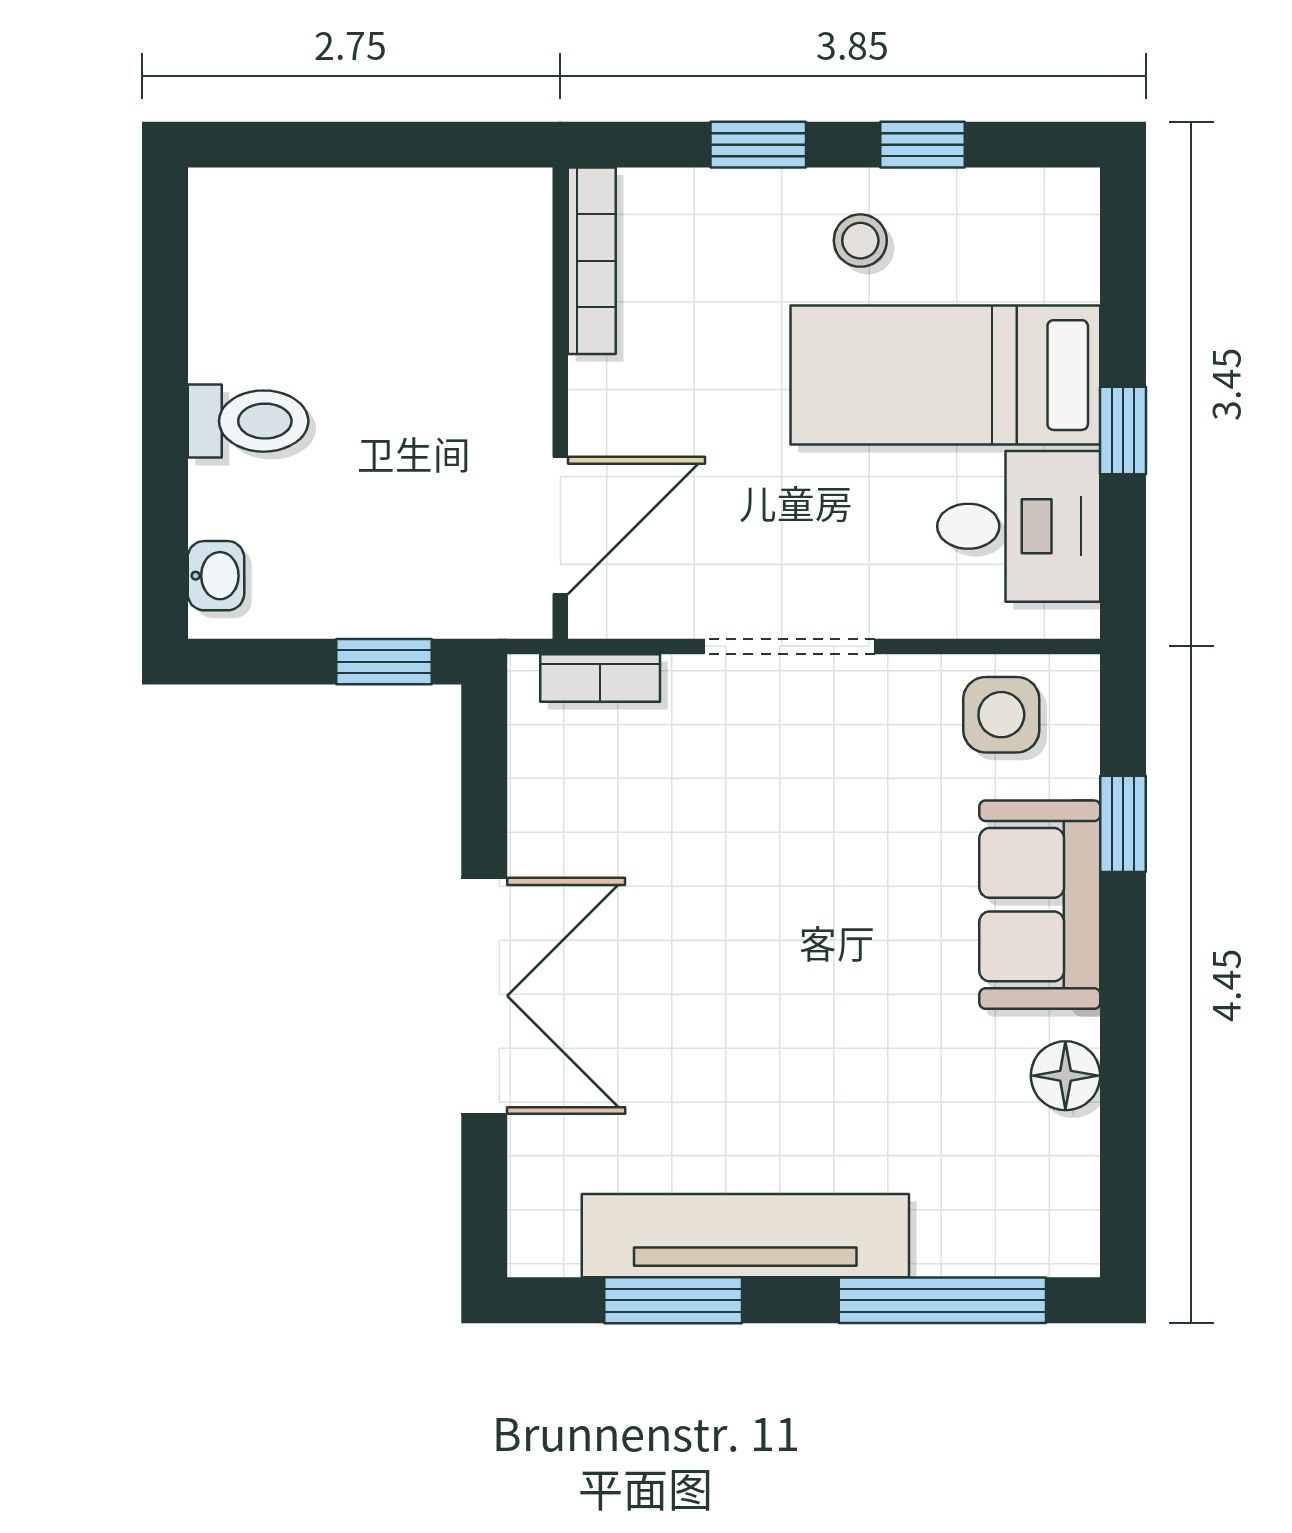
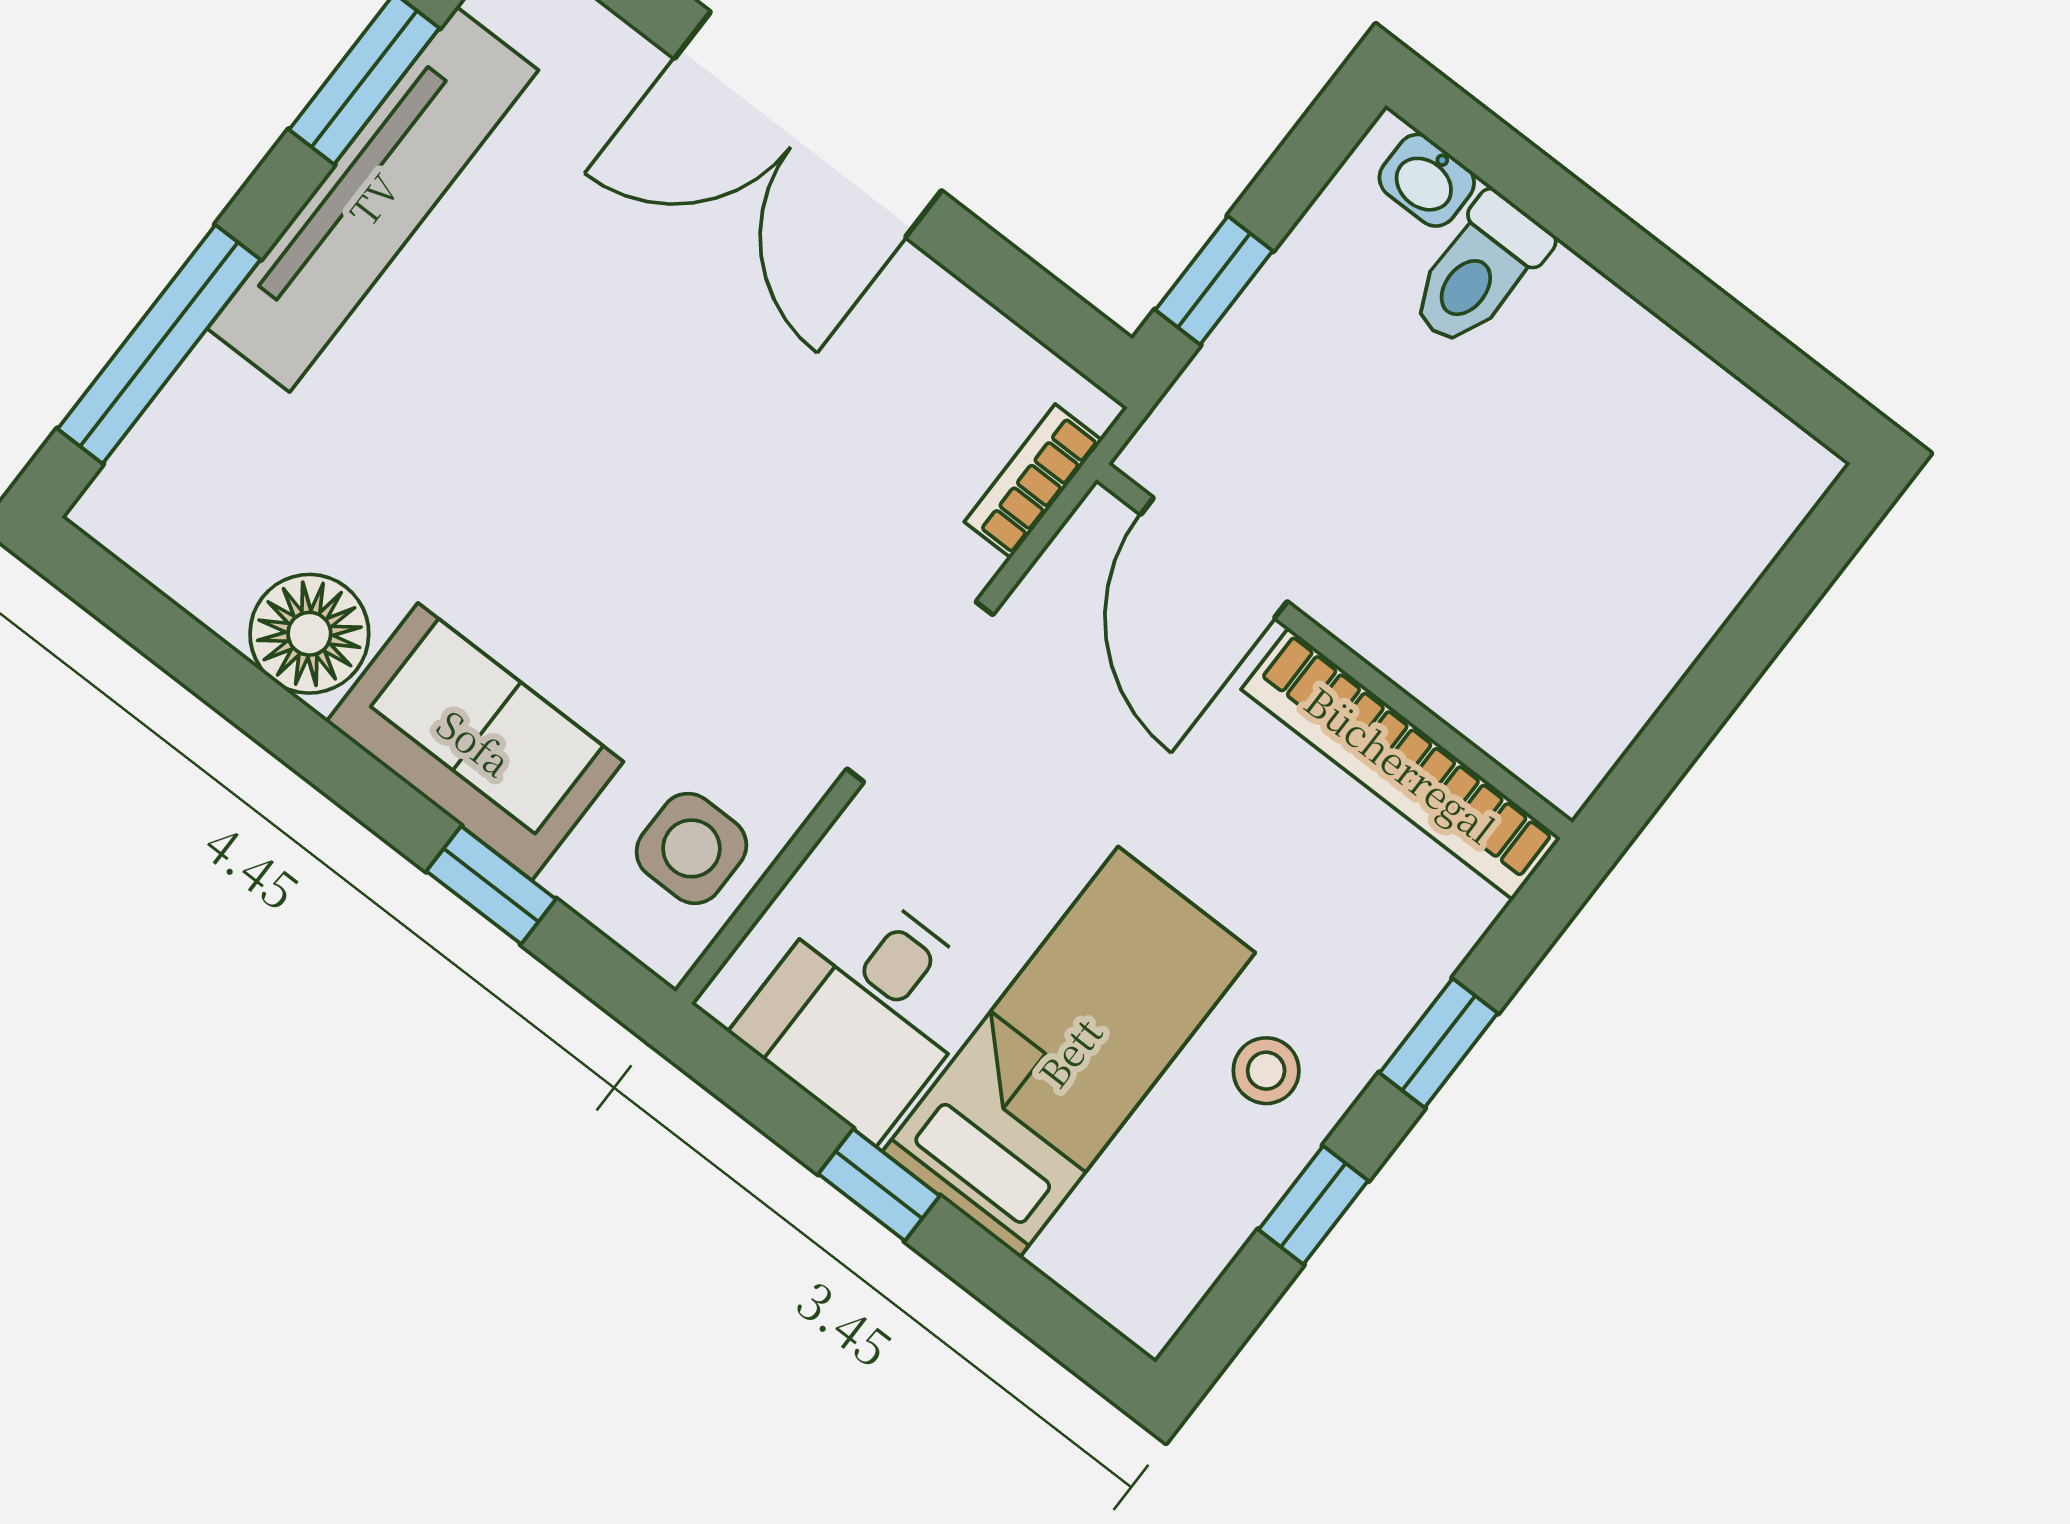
bookcase: (592, 261) -> (1401, 764), width x1.48, depth x1.31
toilet: (248, 421) -> (1479, 271), moved
floor lamp: (1065, 1076) -> (309, 634), width x1.38, depth x1.38

